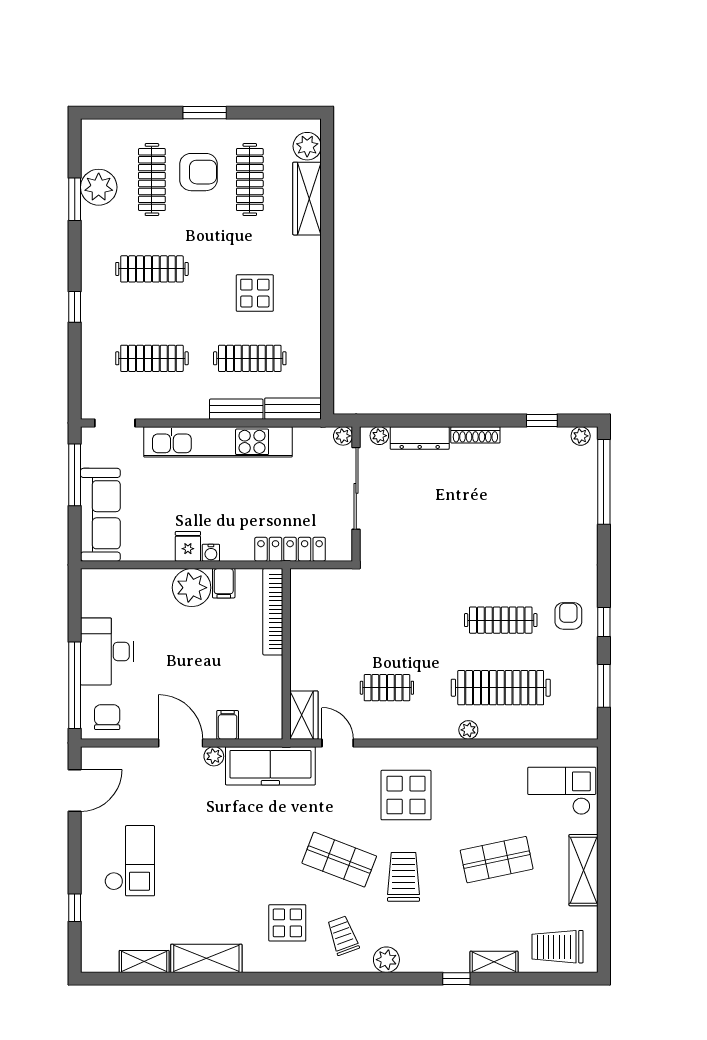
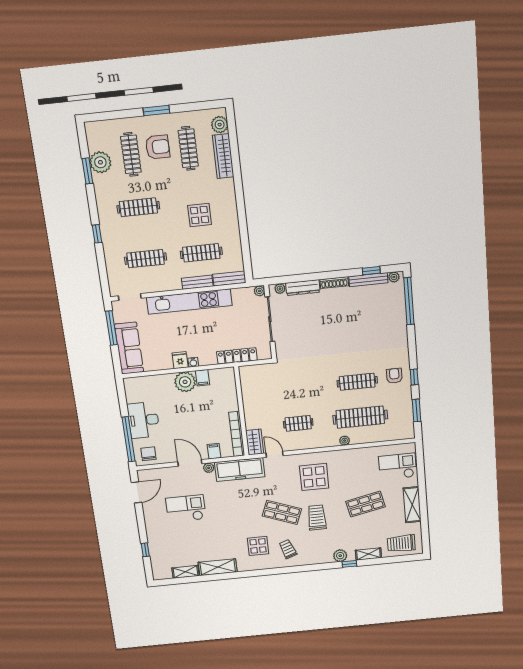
bench: (536, 436) -> (368, 280), added
bookcase: (273, 612) -> (237, 434), moved
checkout: (130, 861) -> (186, 509), moved, turned -90
plant: (386, 960) -> (340, 556), moved

